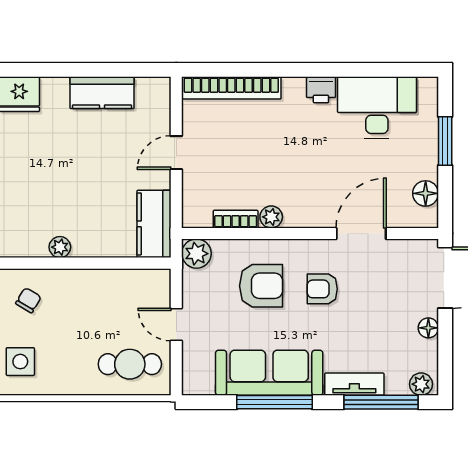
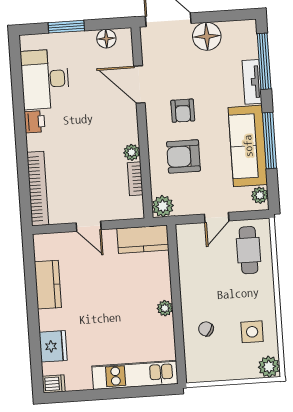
armchair: (261, 286) -> (183, 156), turned -90
floor lamp: (428, 328) -> (207, 36), width x1.89, depth x1.89
plant: (421, 384) -> (260, 195), moved

